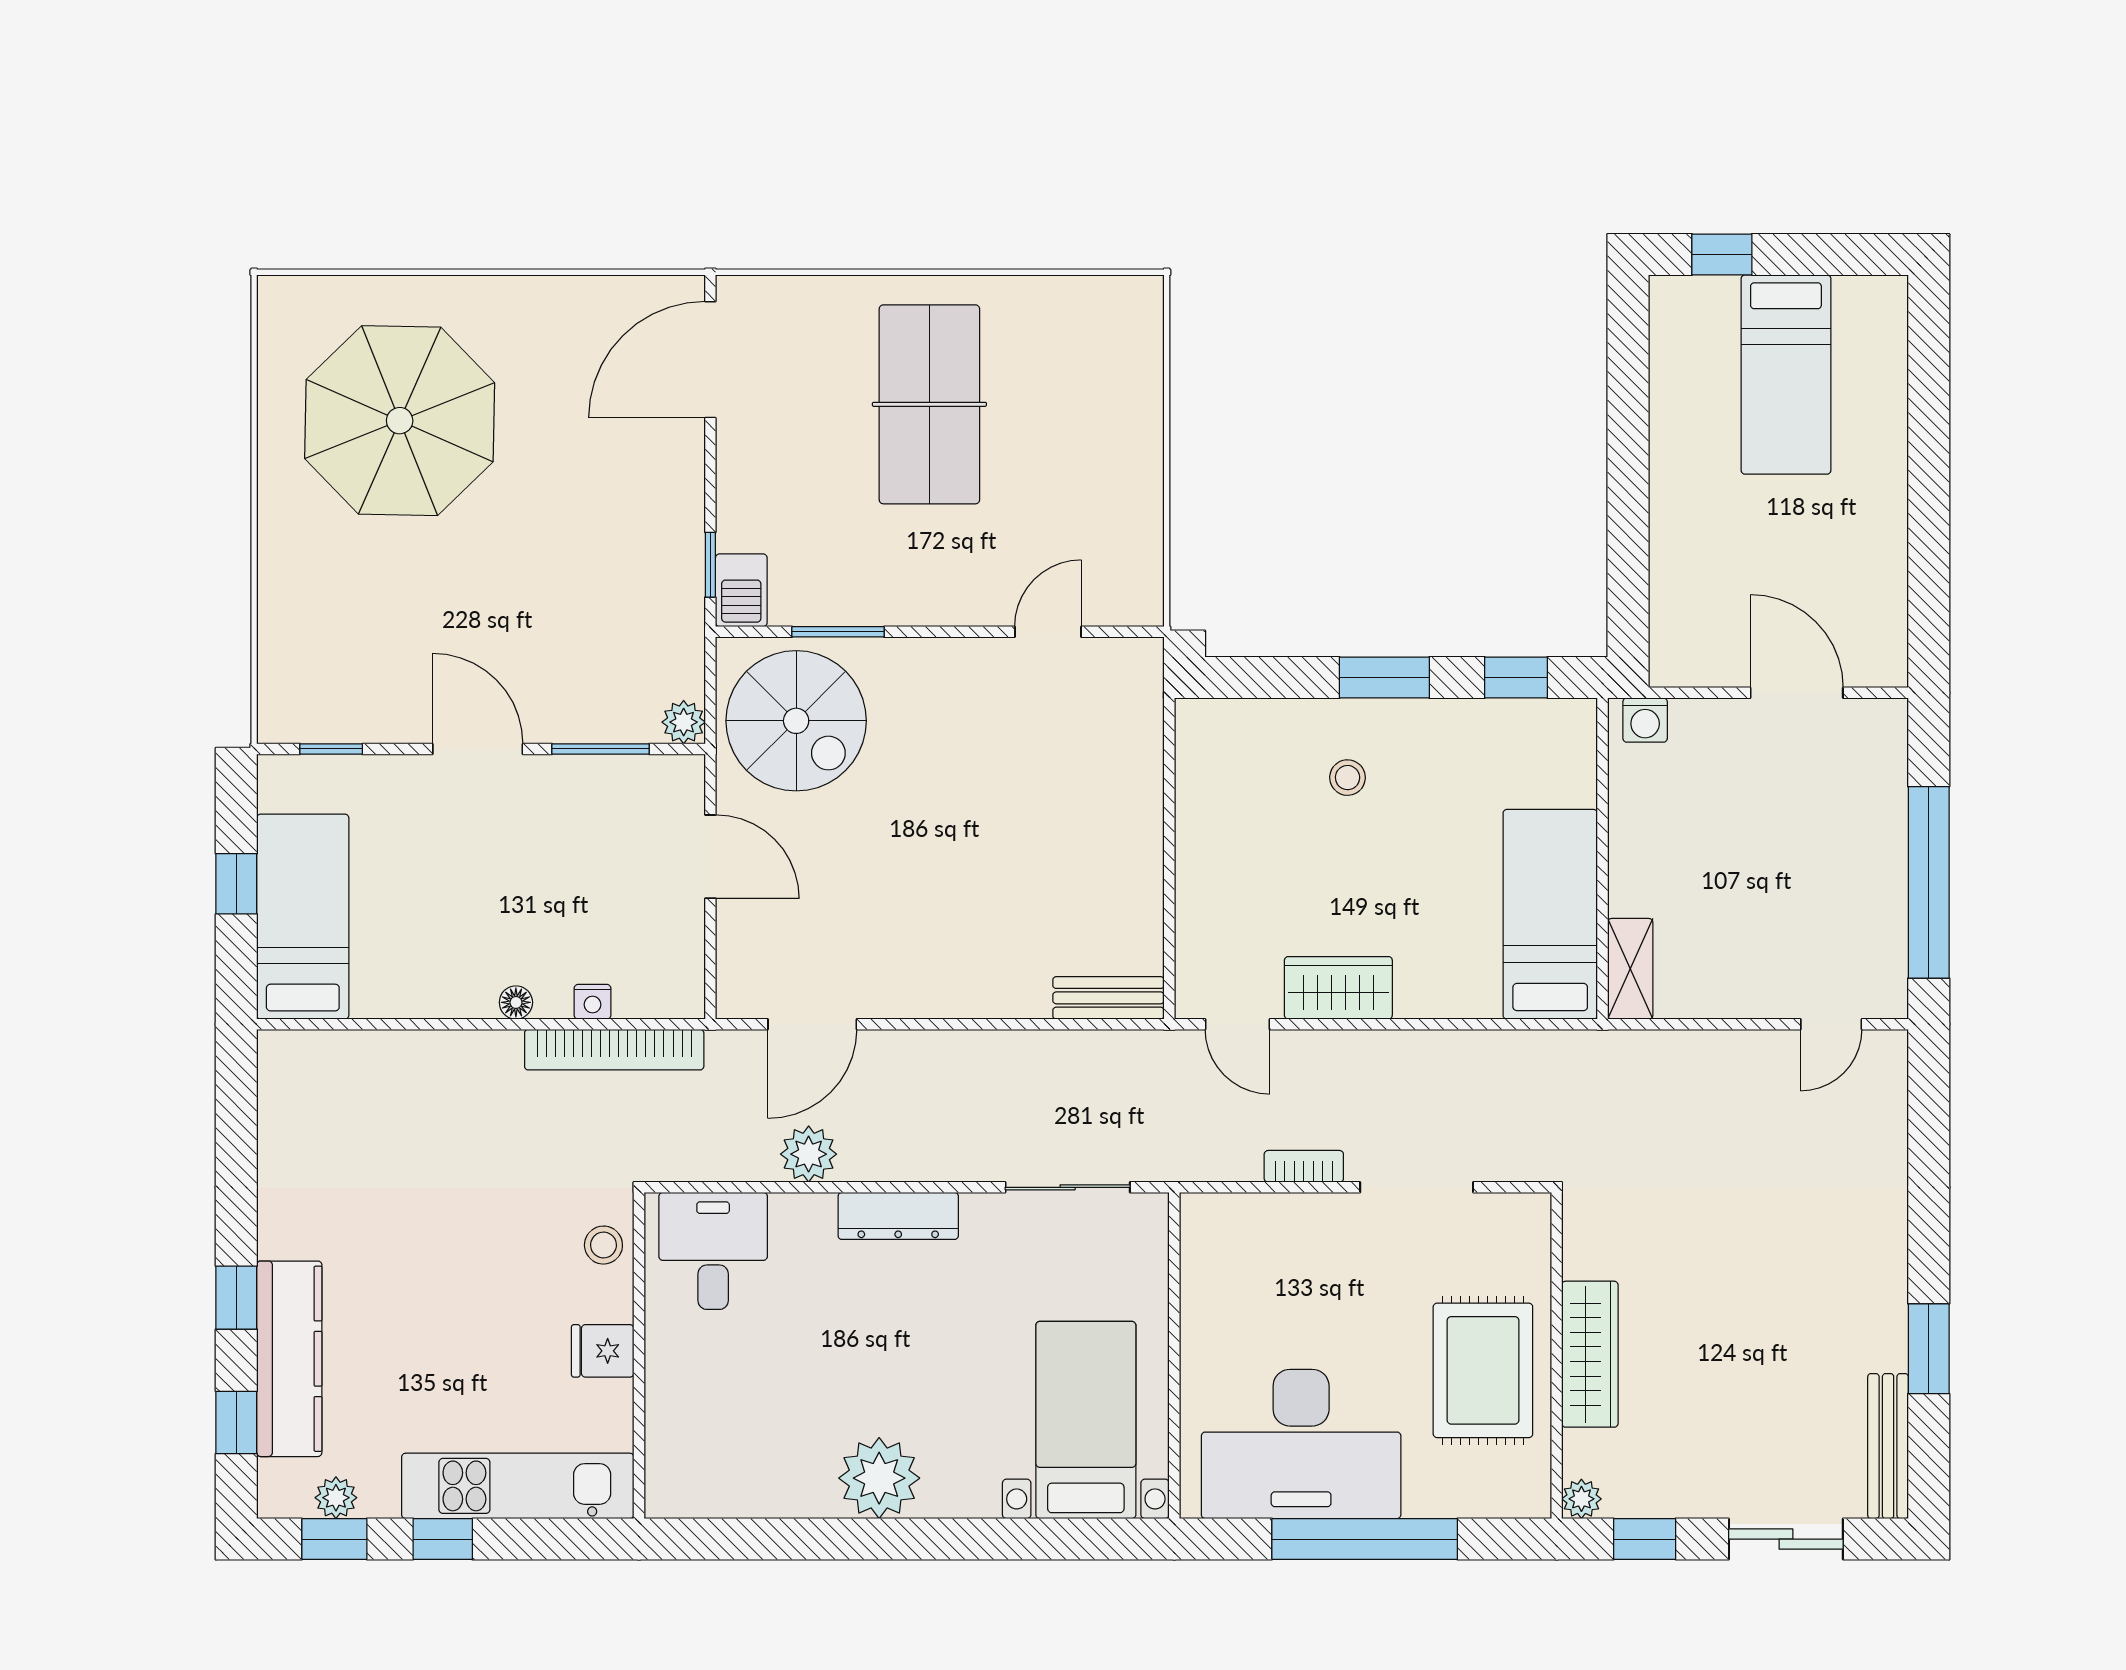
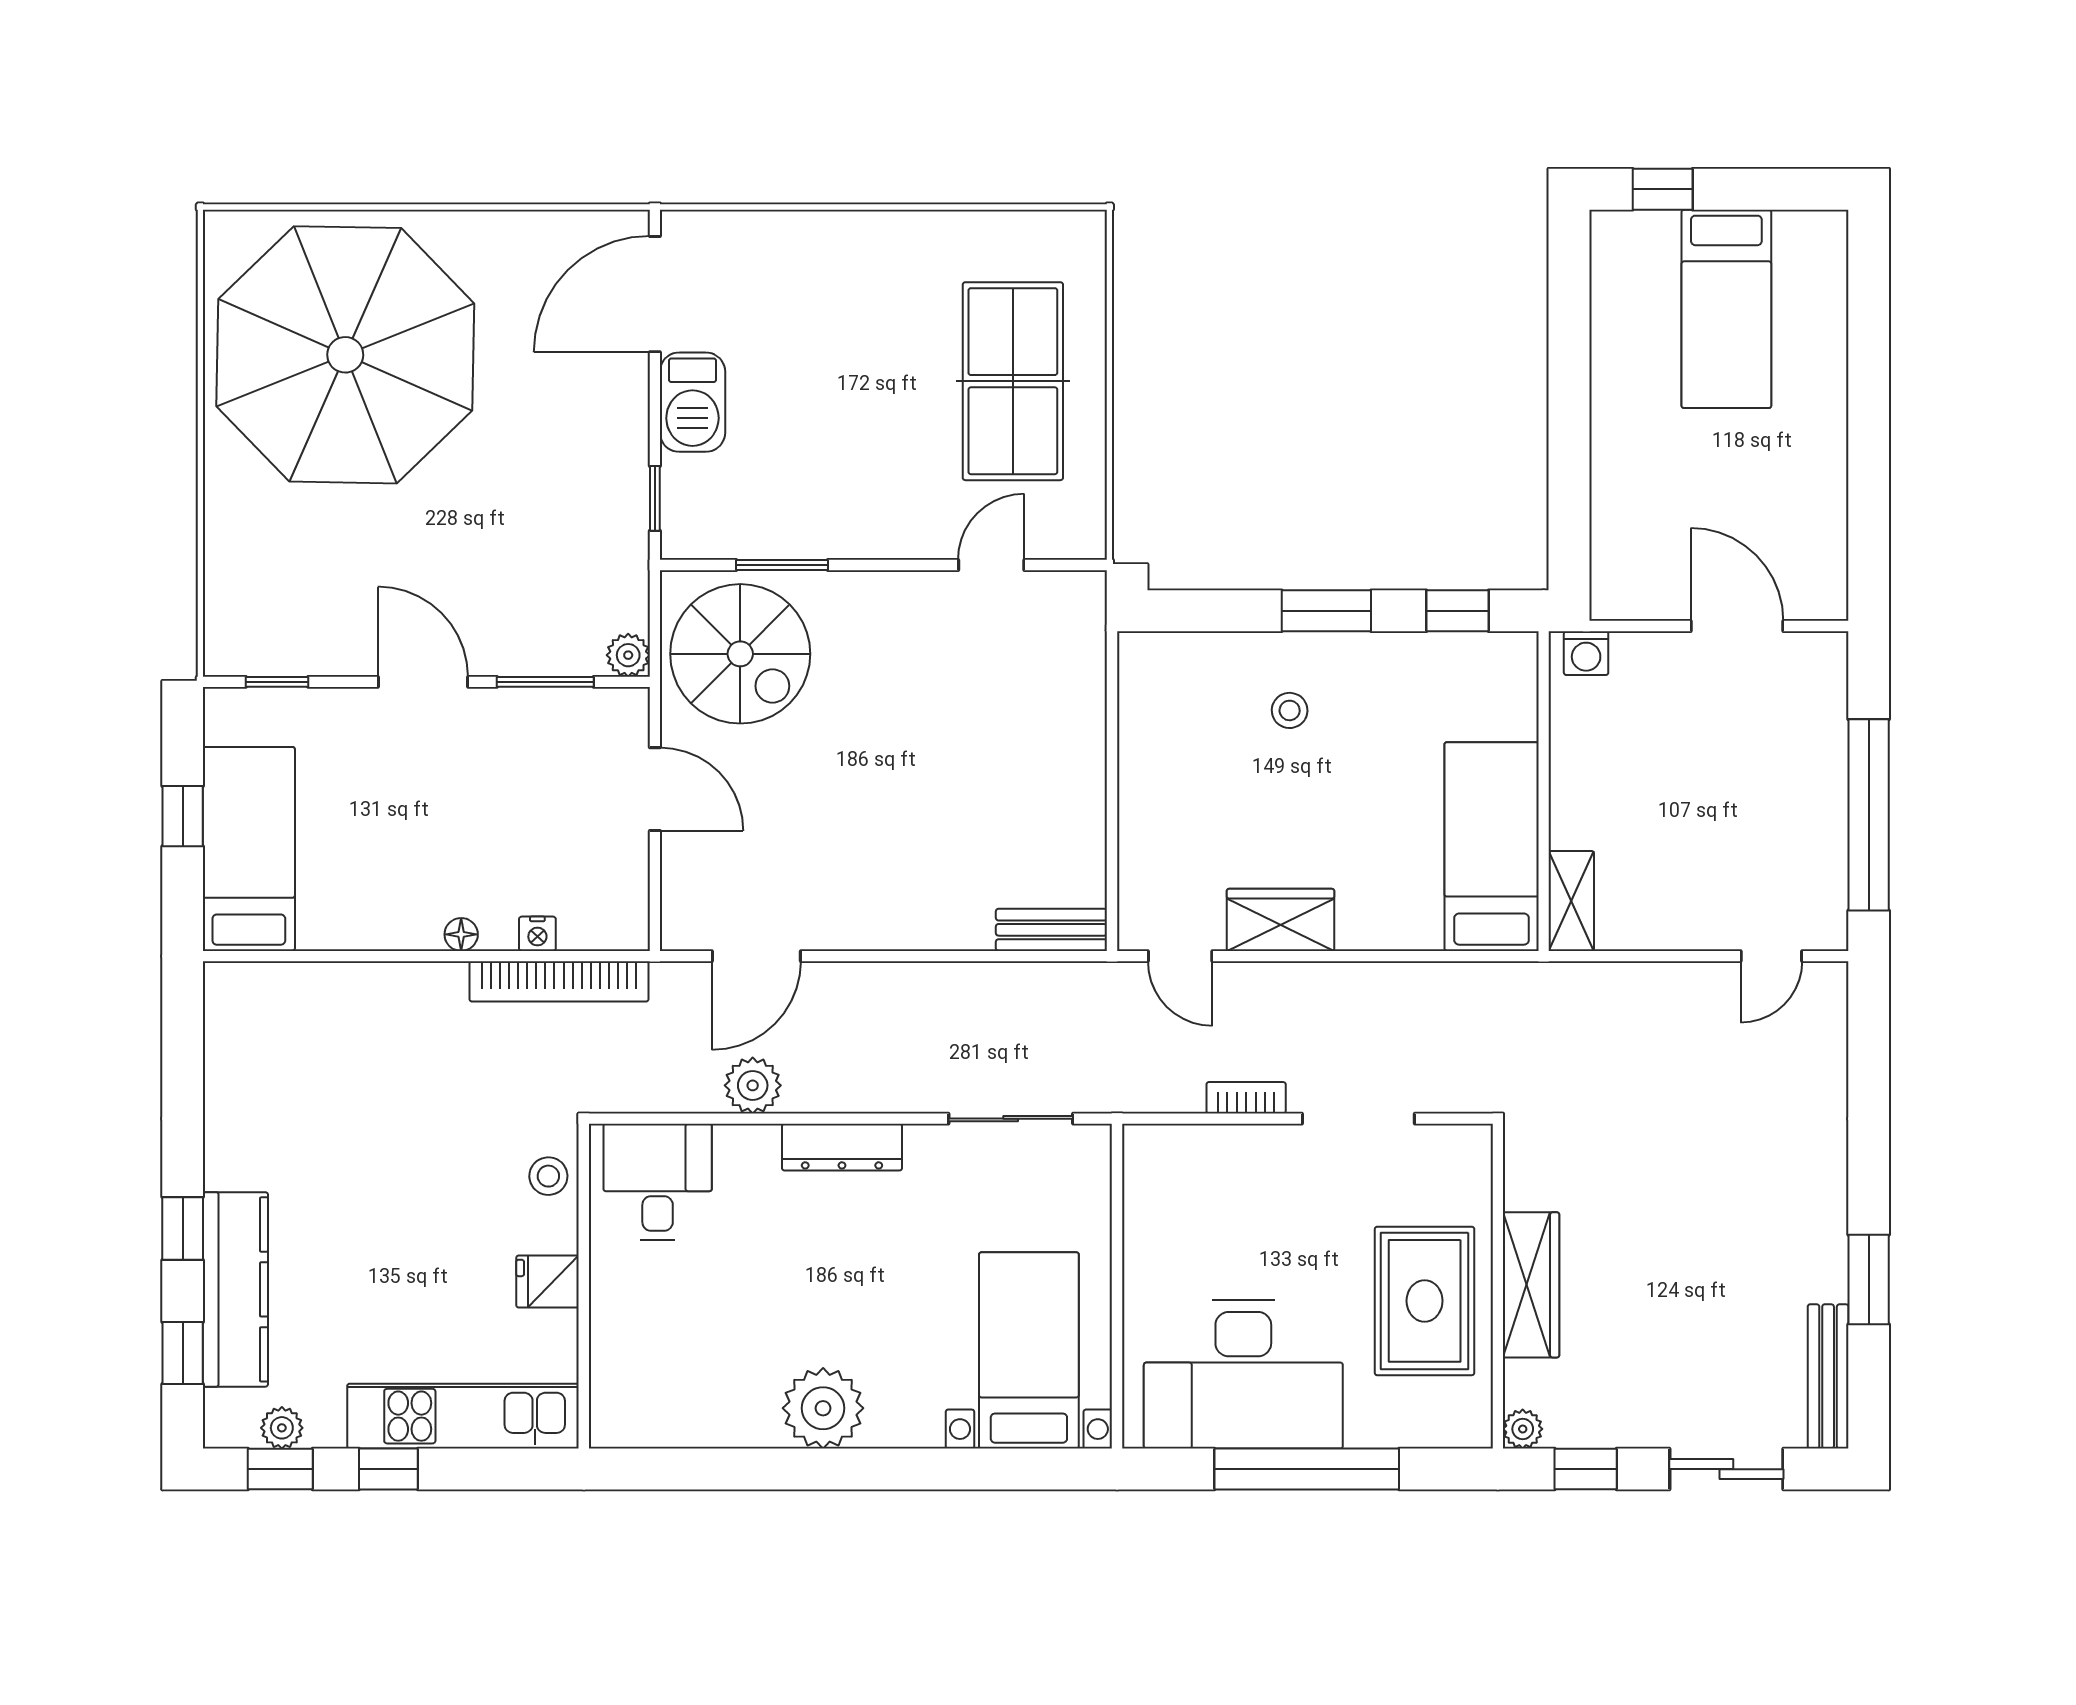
table tennis table: (929, 404) -> (1013, 381), moved
parasol: (400, 421) -> (345, 355), width x1.36, depth x1.36
barbecue: (741, 590) -> (692, 402), moved, width x1.38, depth x1.27

